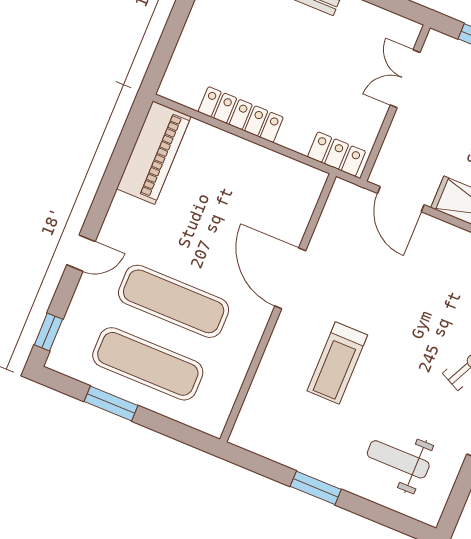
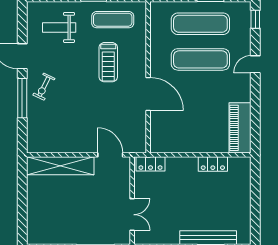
locker: (241, 115) -> (213, 164), width x0.66
treadmill: (337, 363) -> (108, 62), turned 180
exercise mat: (299, 434) -> (113, 20), added
weight bench: (398, 459) -> (59, 27), turned 180

